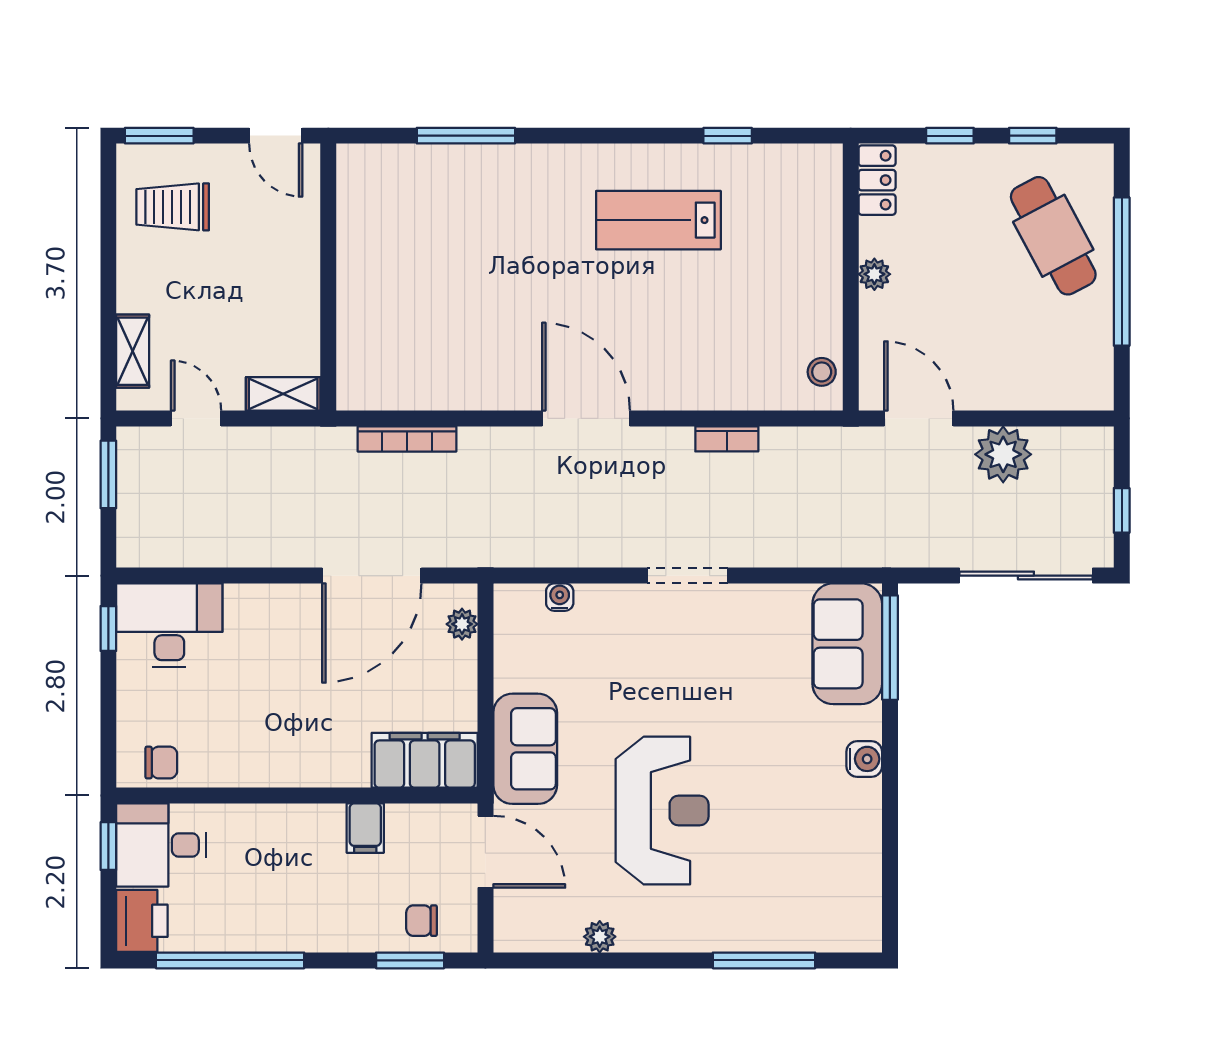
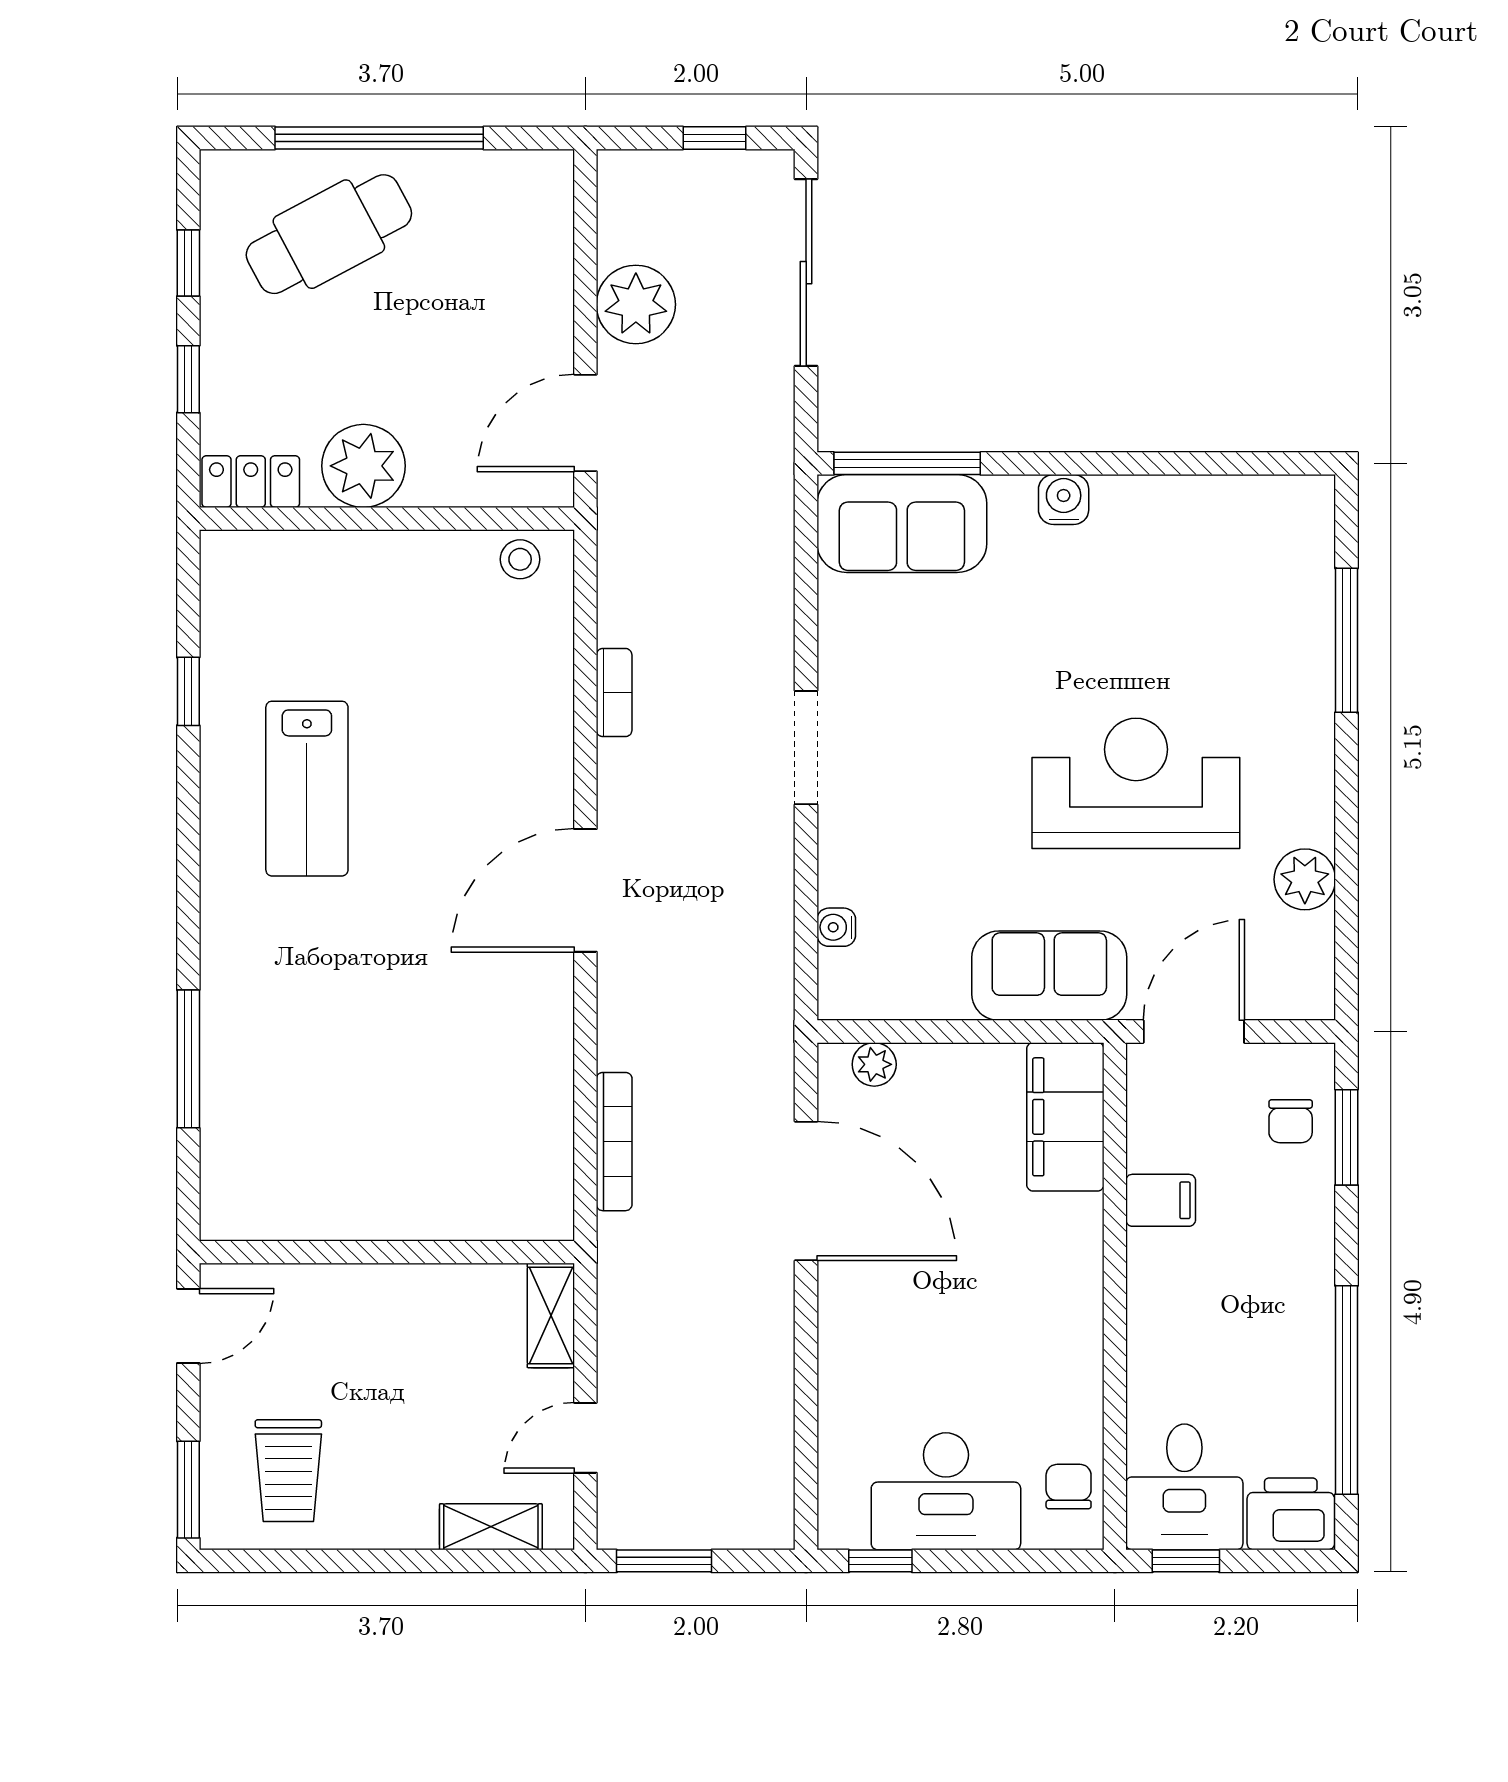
plant: (874, 274) -> (363, 466), width x1.87, depth x1.87
desk: (169, 625) -> (946, 1491), moved, turned -90
plant: (600, 937) -> (1305, 879), width x1.38, depth x1.38

